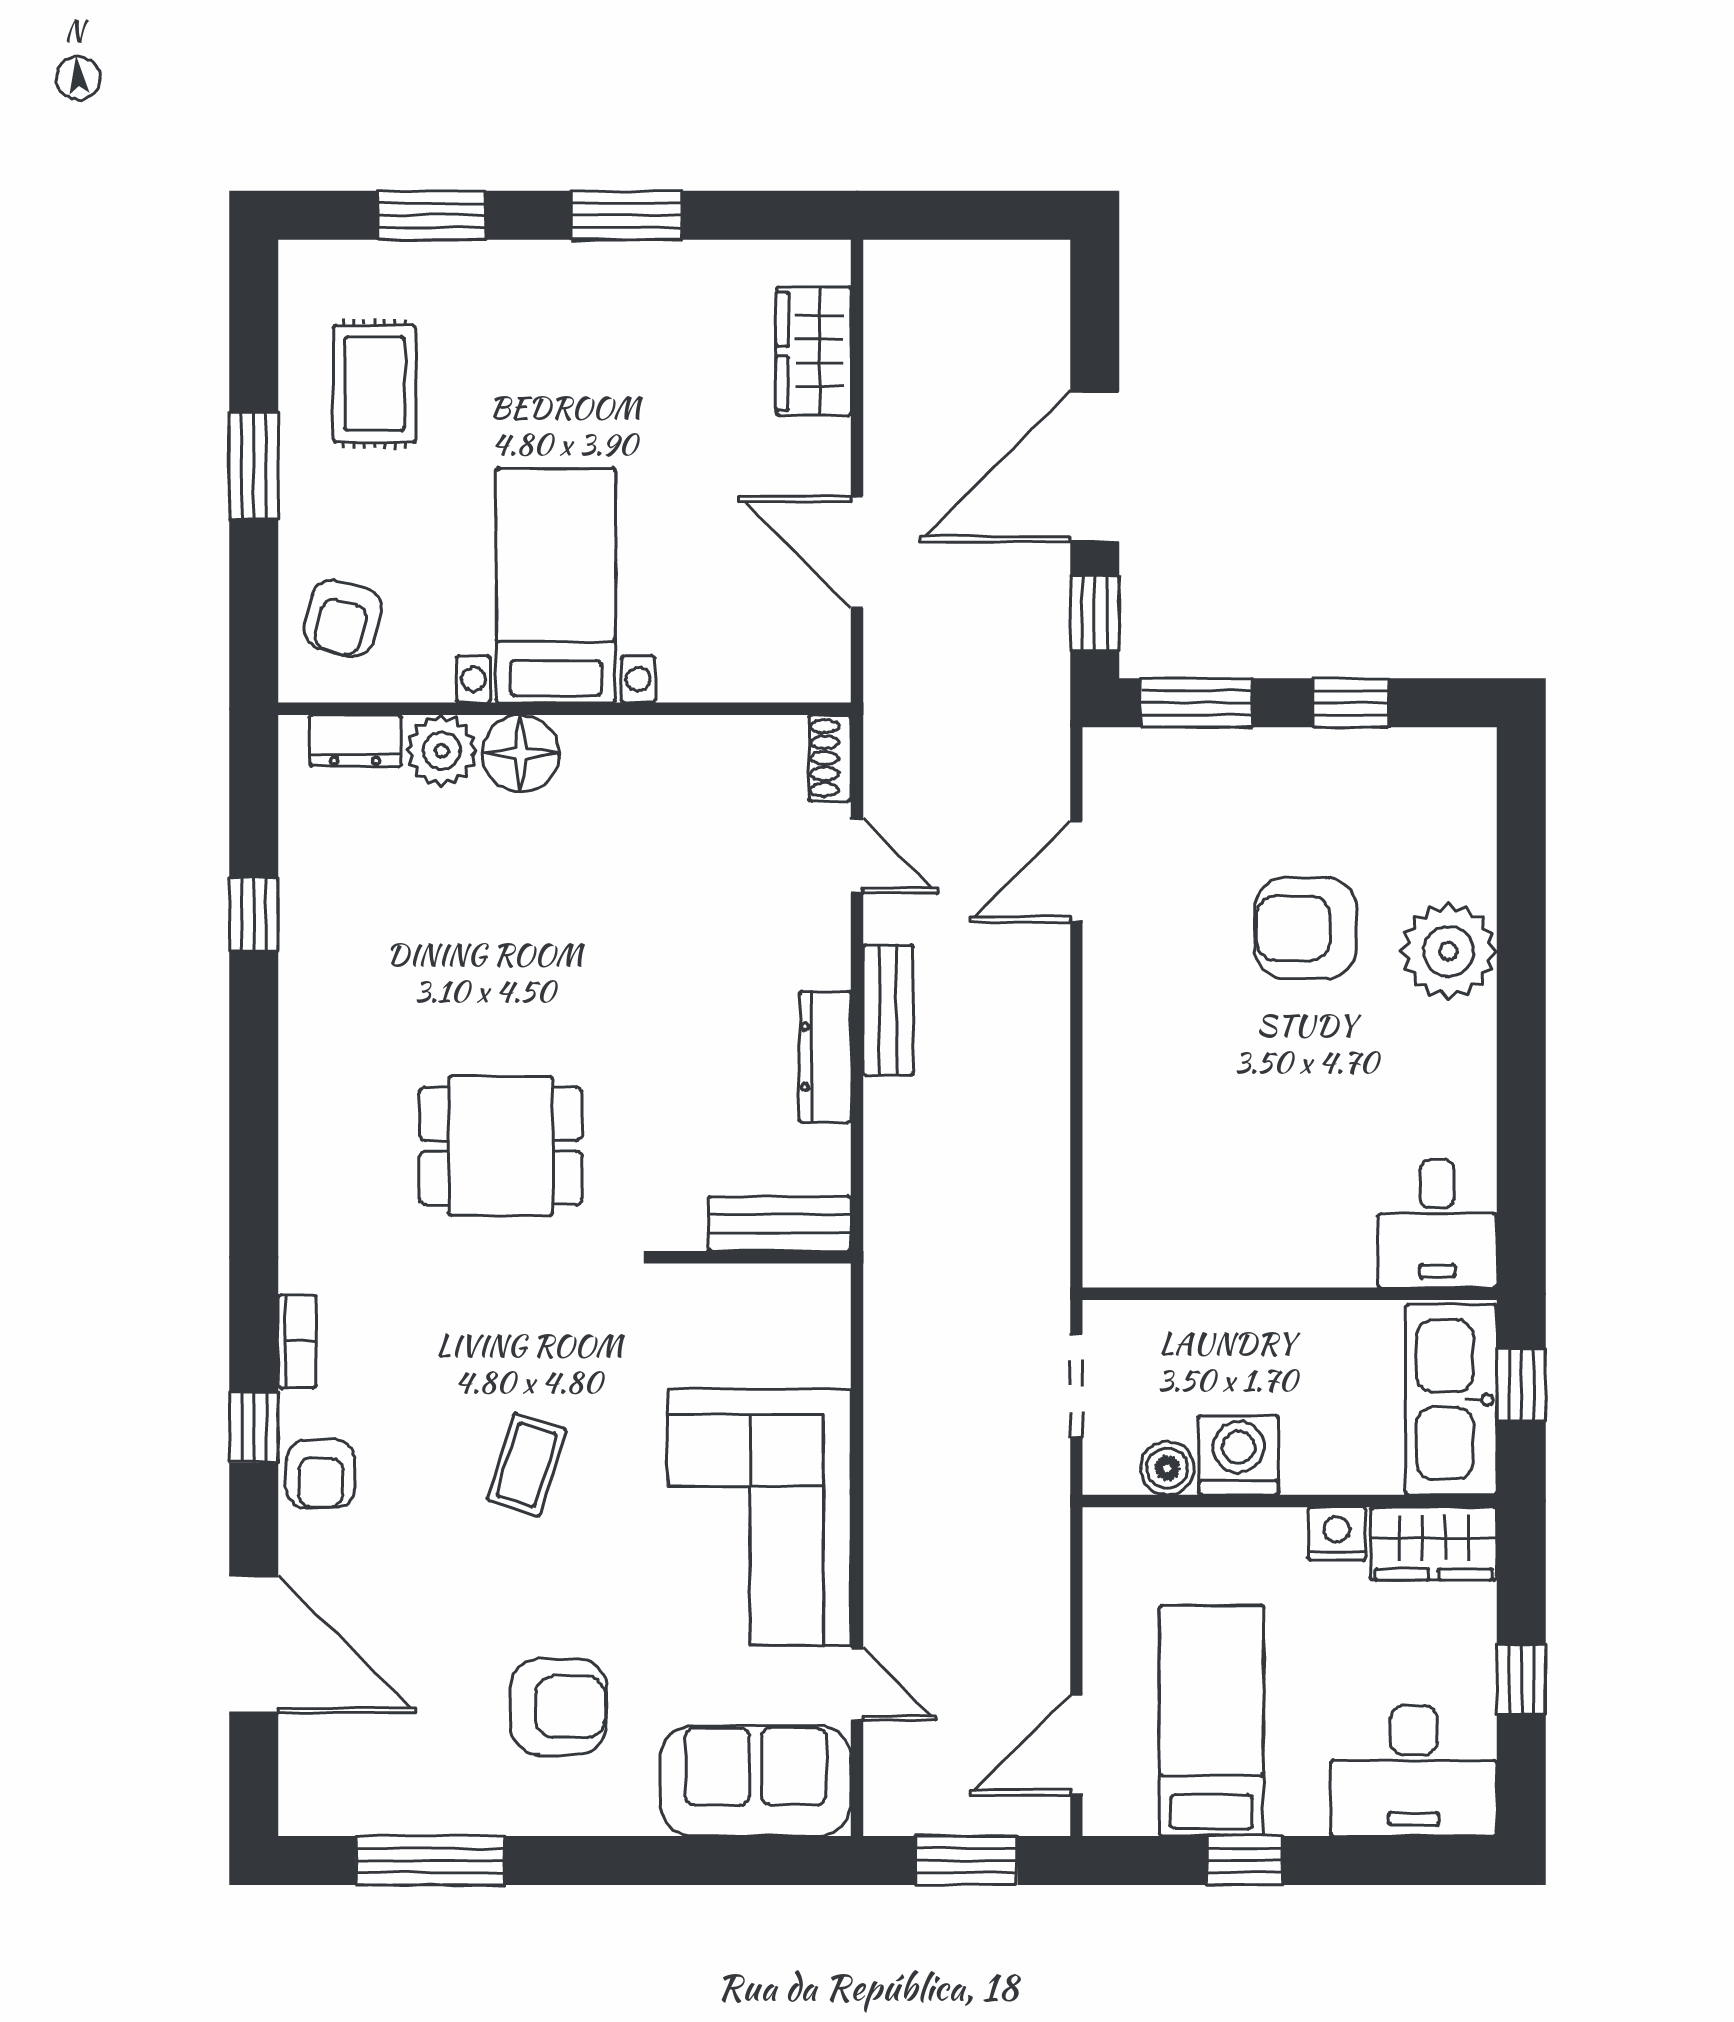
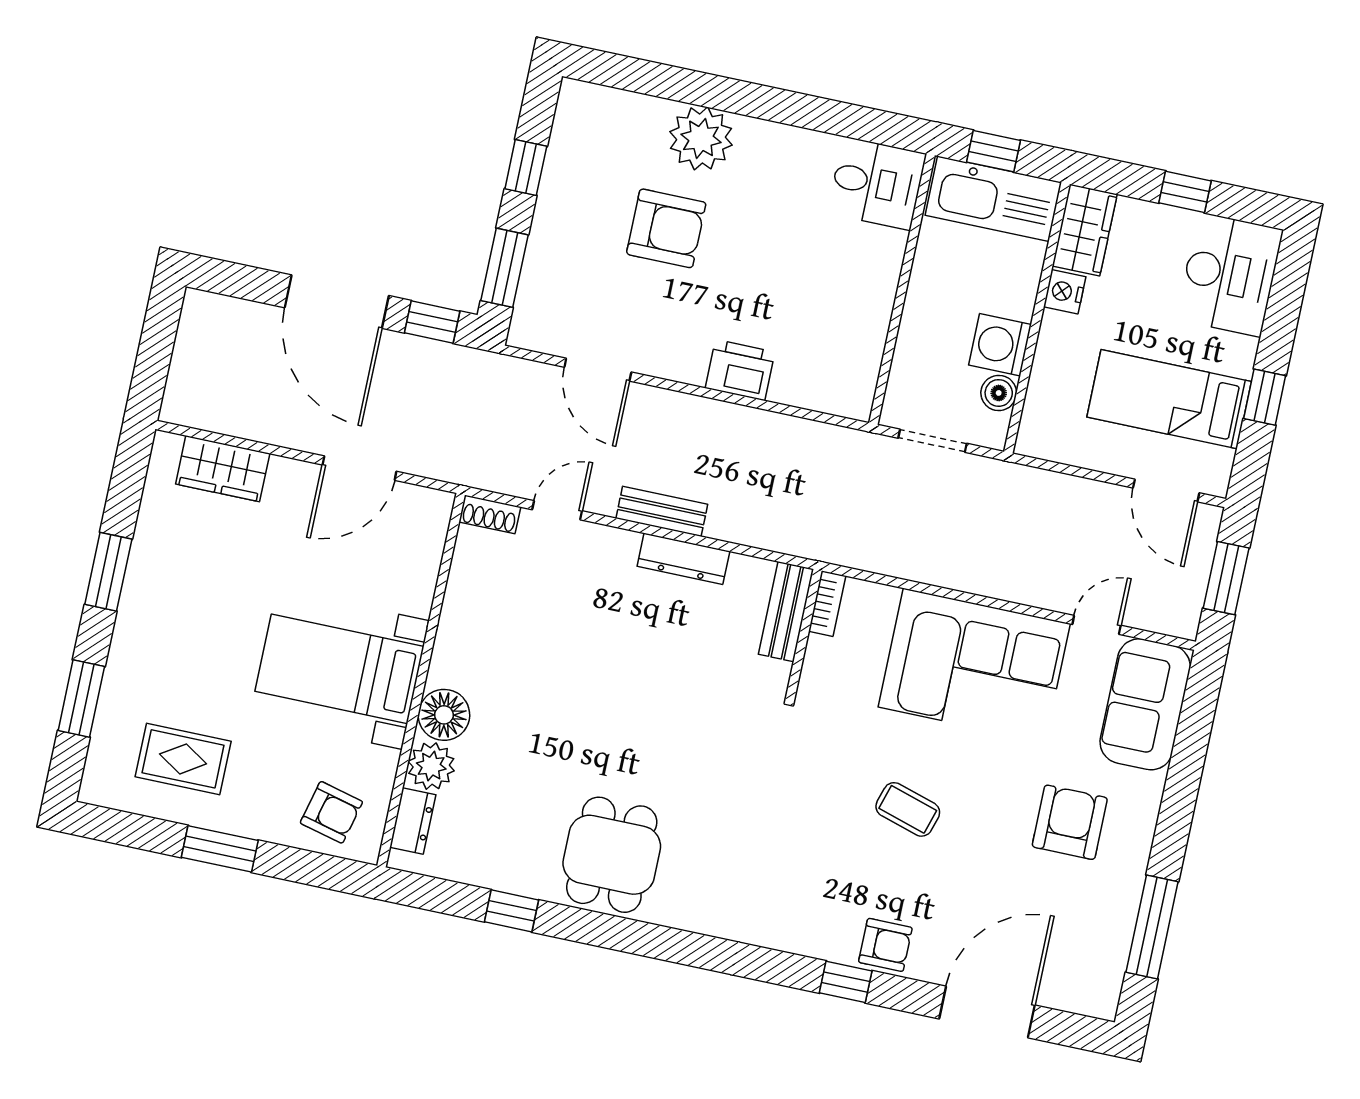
armchair: (1305, 928) -> (666, 228), turned -90
printer: (1120, 1081) -> (740, 370), added
dining table: (501, 1146) -> (612, 855), moved
bookcase: (297, 1341) -> (827, 604), moved, turned 90

